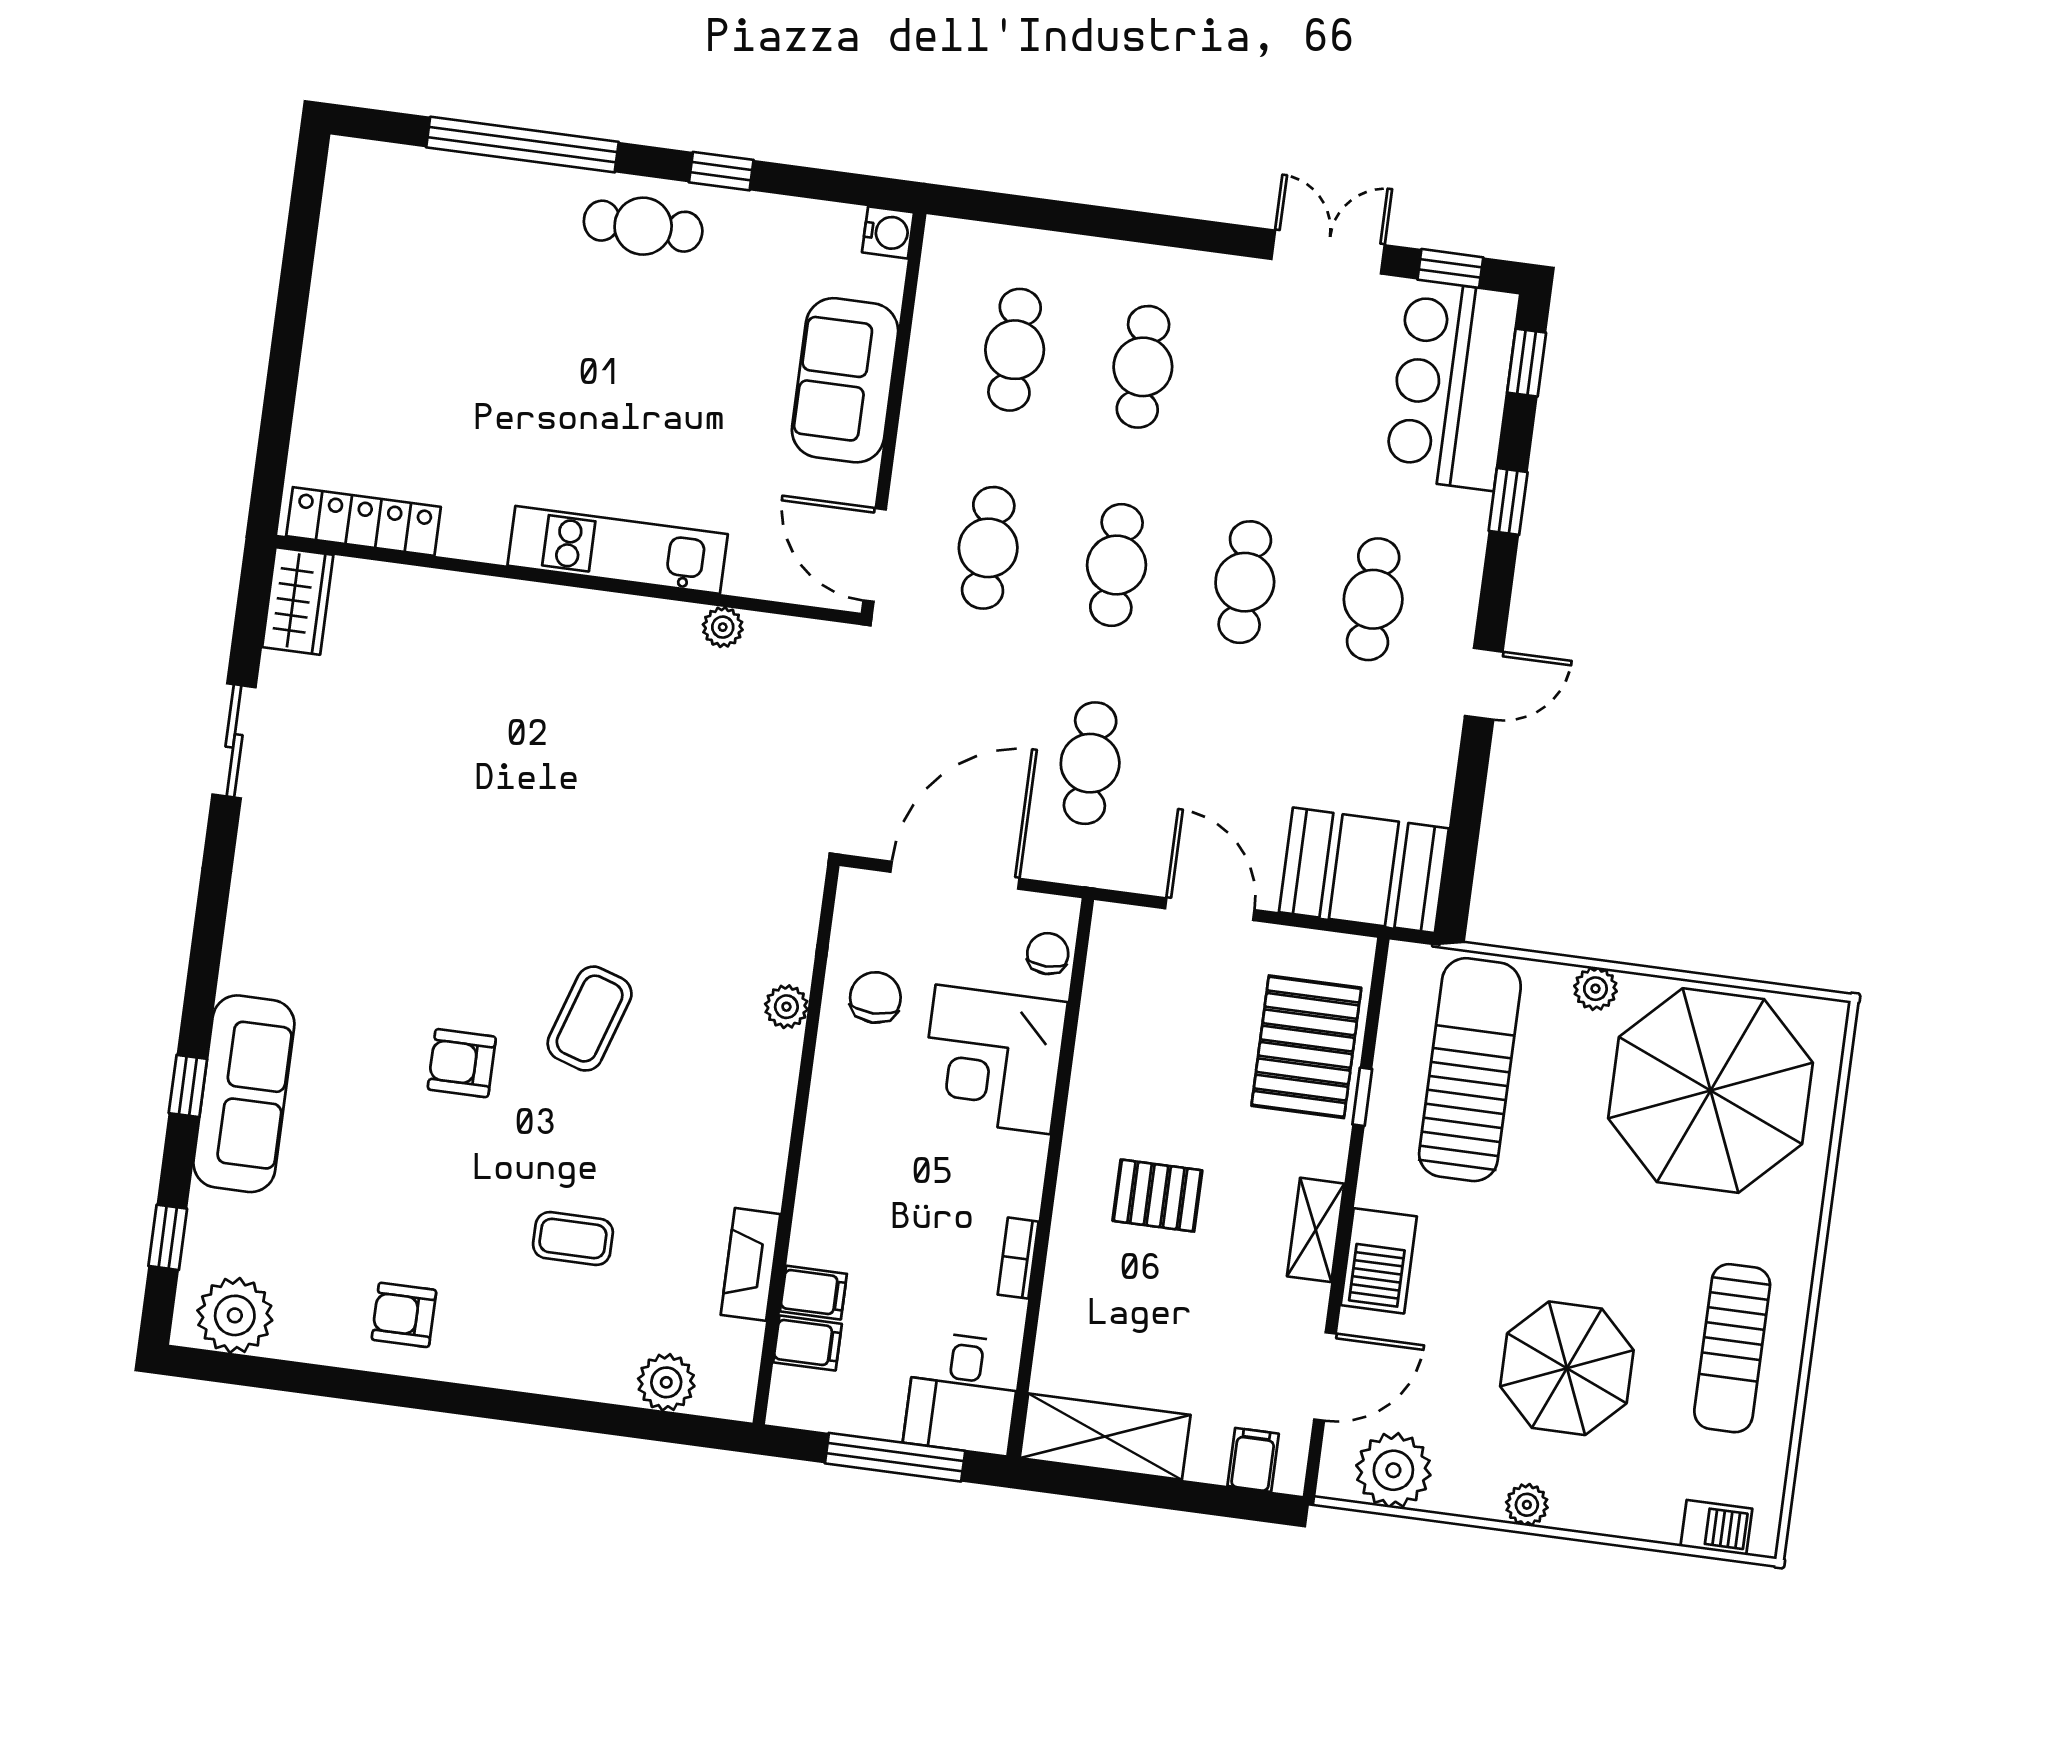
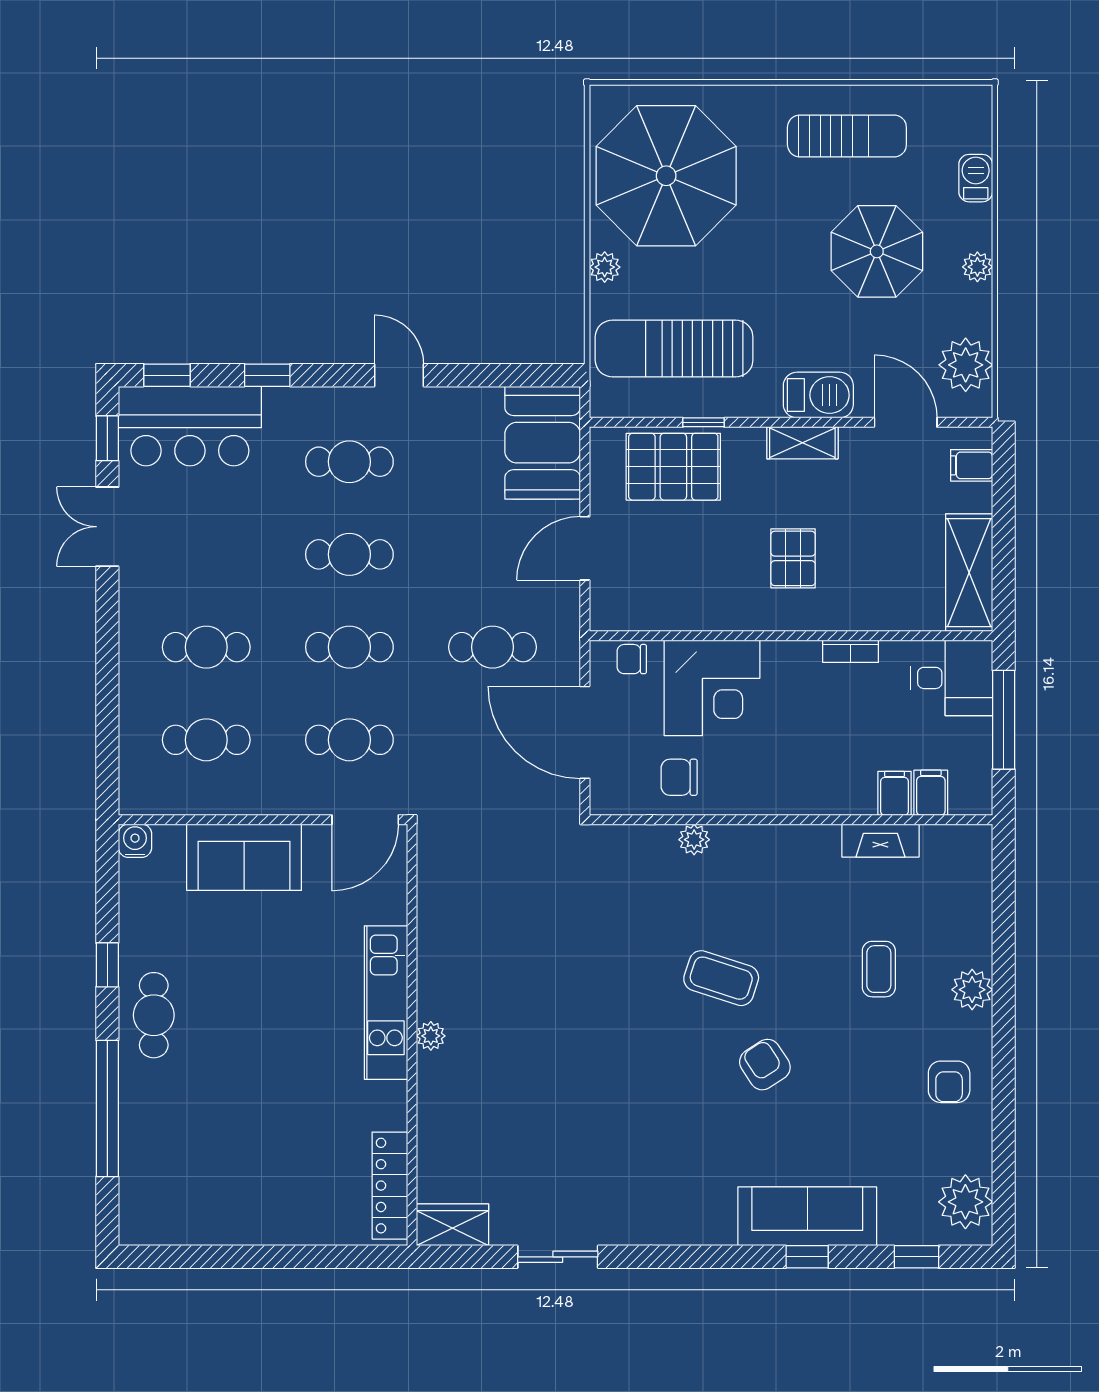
plant: (723, 627) -> (431, 1036), moved
armchair: (462, 1063) -> (765, 1065), turned 147
plant: (666, 1382) -> (972, 990), moved
barbecue: (1716, 1528) -> (976, 178), moved

